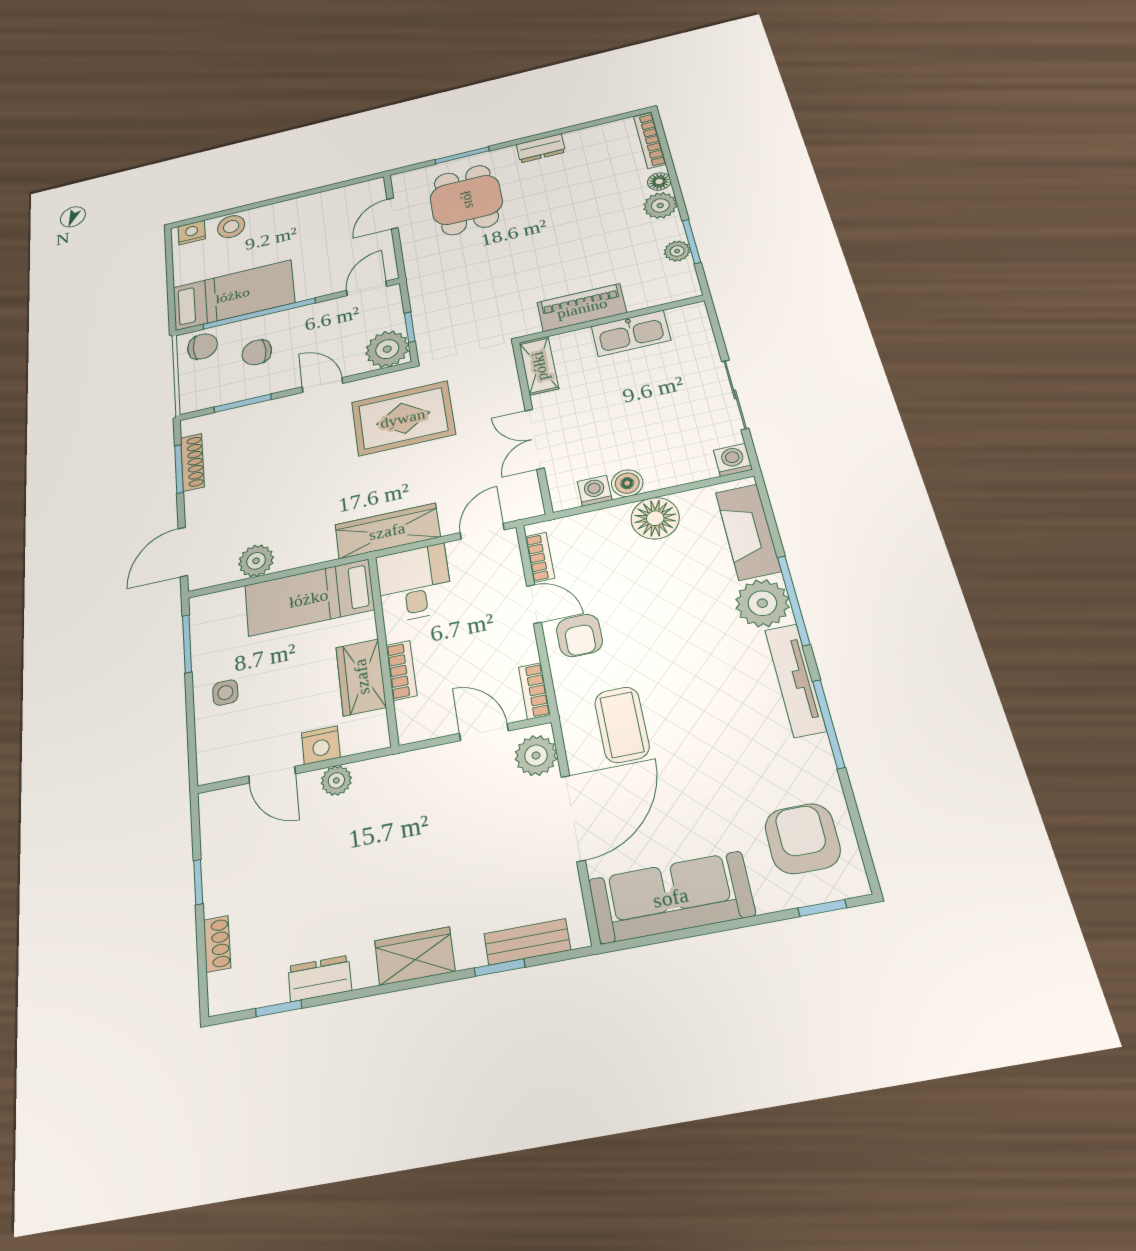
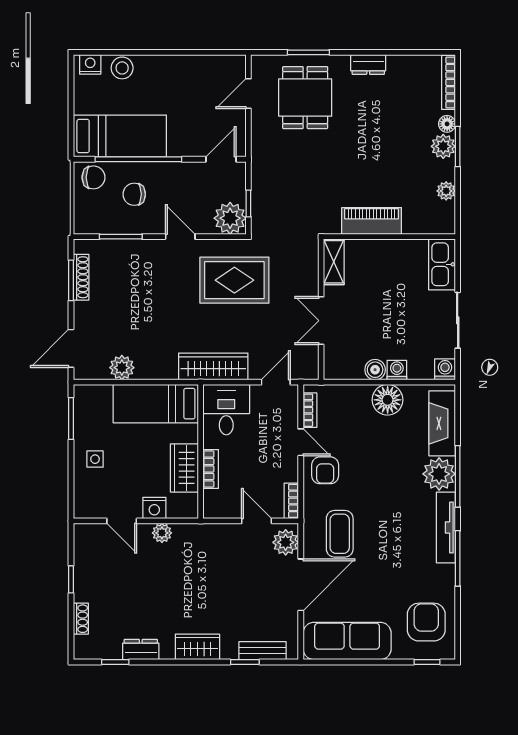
window: (692, 241) -> (458, 147), moved
kitchen sink: (631, 333) -> (442, 264), moved, turned 90
washing machine: (595, 491) -> (397, 370), moved

